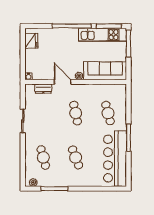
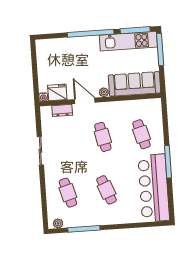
fridge: (31, 41) -> (57, 92), moved, turned -90

